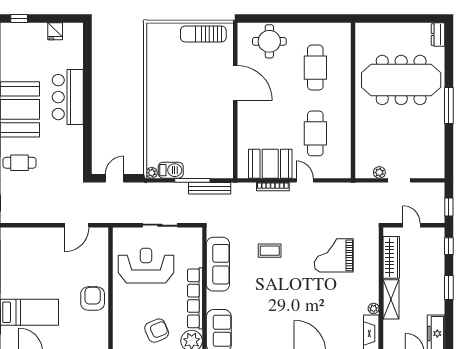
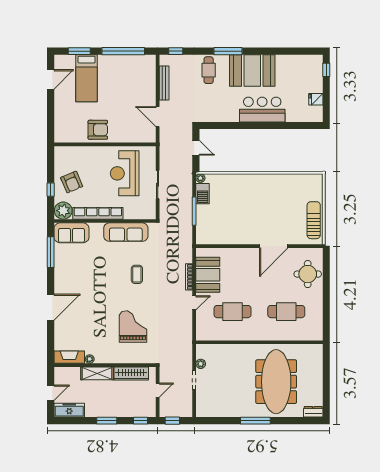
bench: (210, 188) -> (164, 83), moved
reception desk: (146, 266) -> (125, 173), turned 180

